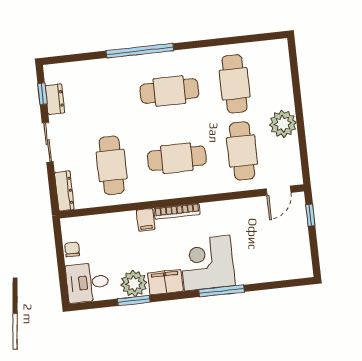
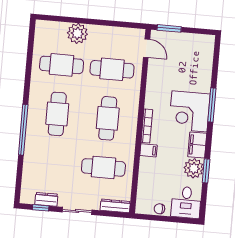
plant: (283, 124) -> (77, 33), moved
window: (310, 215) -> (169, 28), width x1.50

